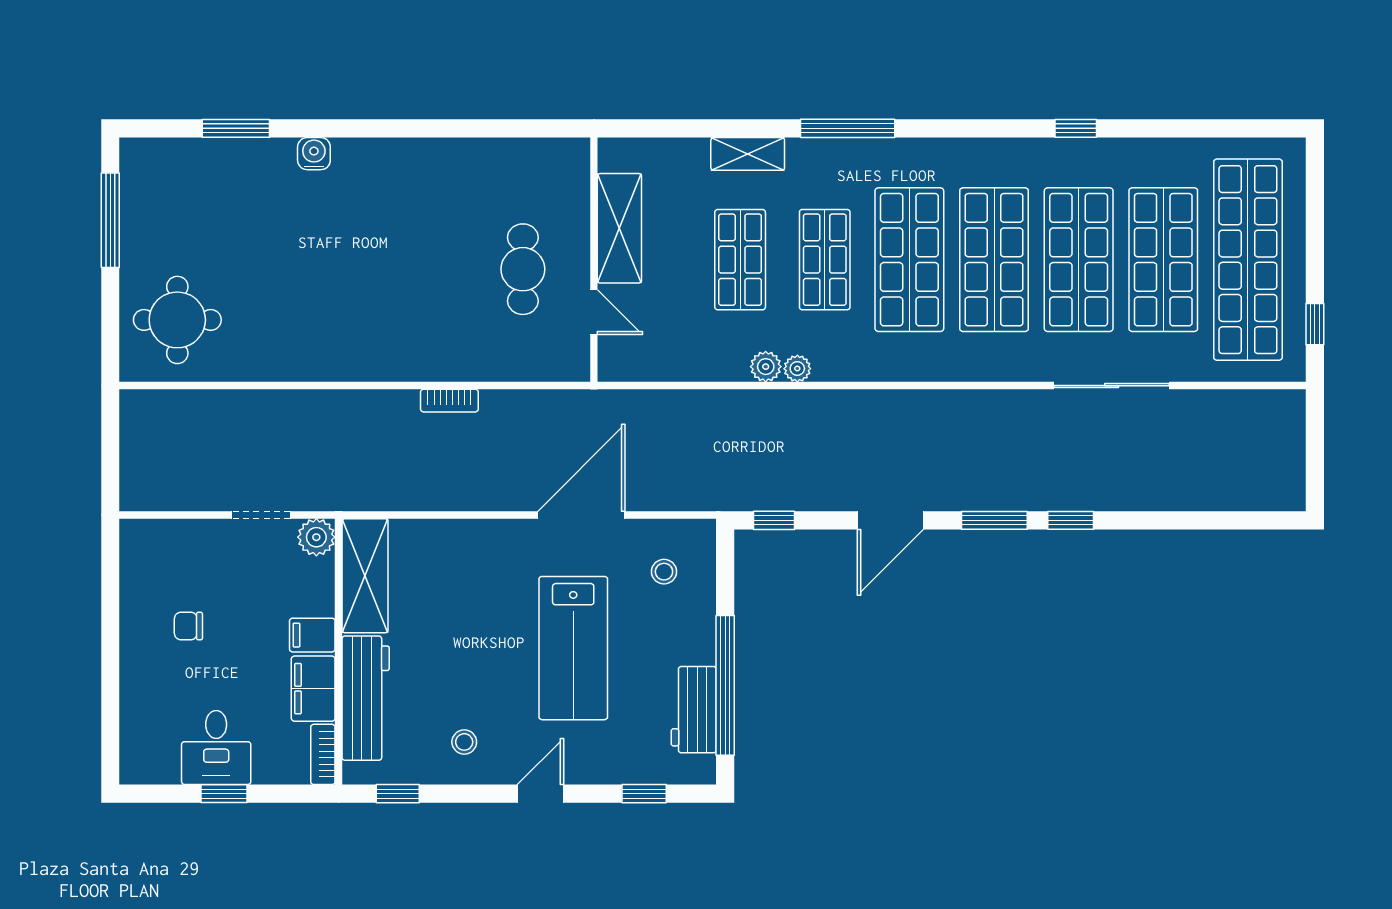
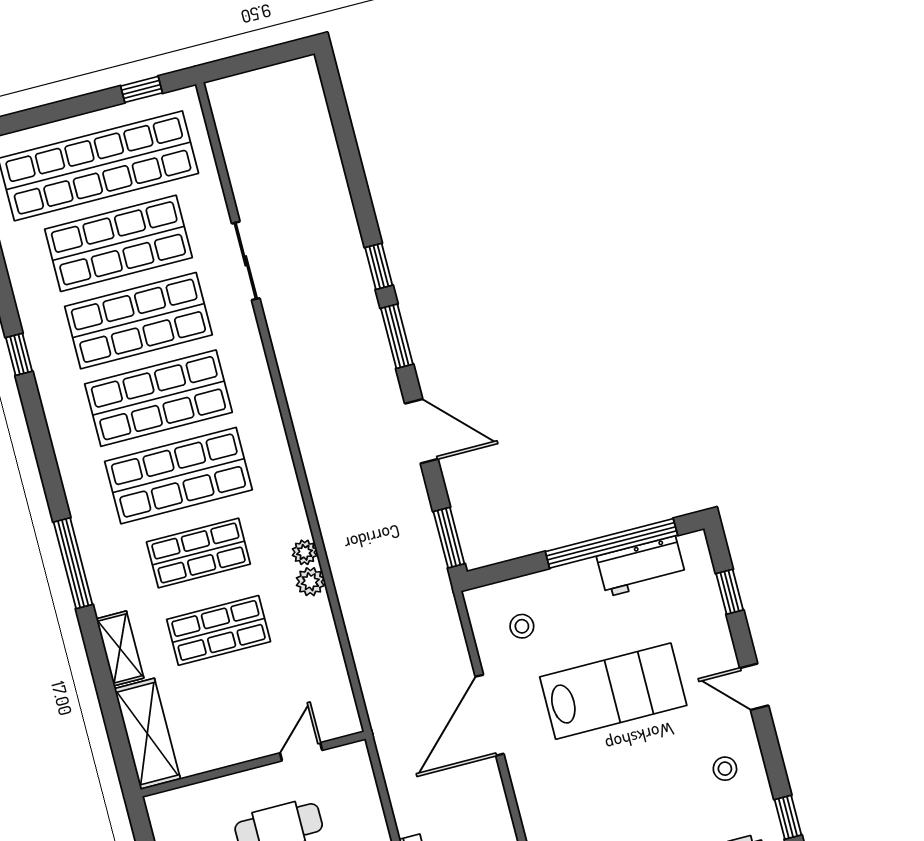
shelving: (619, 228) -> (147, 734), moved, turned 90
sliding door: (1112, 386) -> (246, 261), width x0.73
door: (581, 515) -> (490, 715), hinge flipped
window: (774, 520) -> (449, 538), width x1.50

